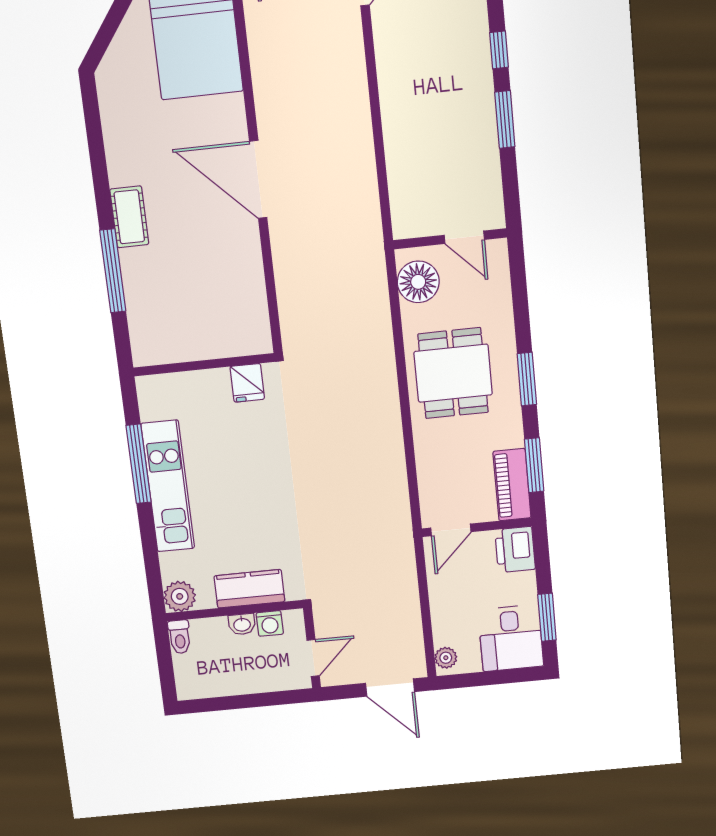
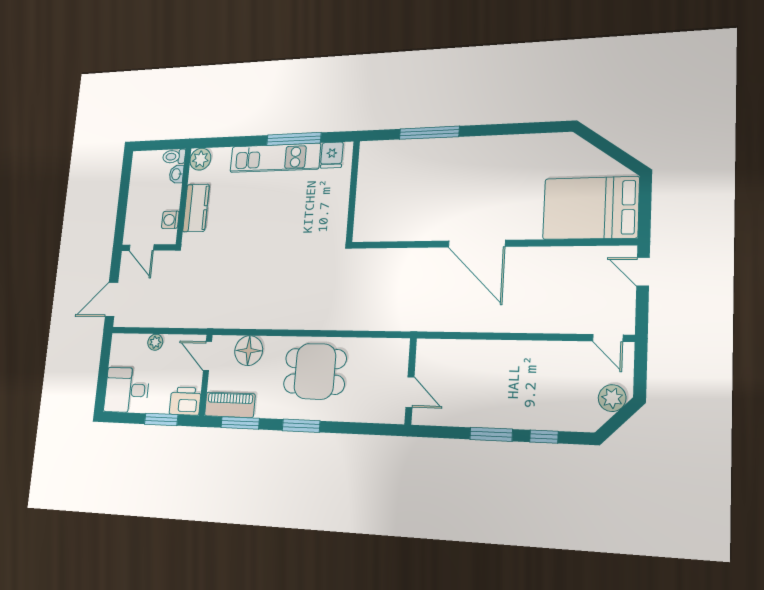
door: (258, 179) -> (477, 244), swing flipped
cot: (129, 217) -> (465, 148), removed
door: (464, 237) -> (410, 392), swing flipped
floor lamp: (418, 282) -> (249, 351), moved
fridge: (247, 383) -> (332, 155), moved, turned -90
window: (547, 617) -> (161, 419), moved
washbasin: (242, 624) -> (176, 174), moved
plant: (446, 658) -> (155, 342), moved

